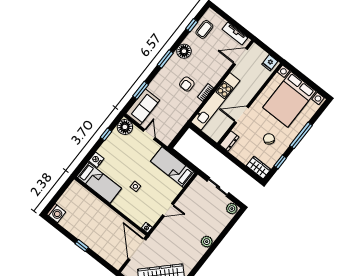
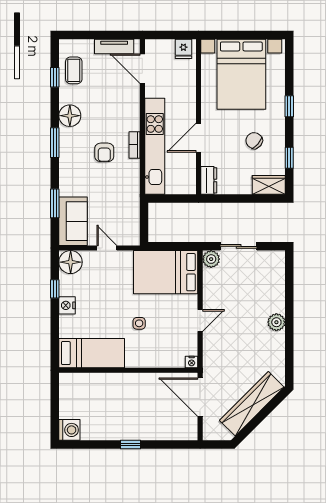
door: (240, 56) -> (142, 69), hinge flipped
window: (301, 135) -> (289, 106), width x0.46
nightstand: (96, 160) -> (67, 305), moved
bed: (173, 167) -> (166, 272), width x1.50
plant: (232, 209) -> (211, 259), moved

